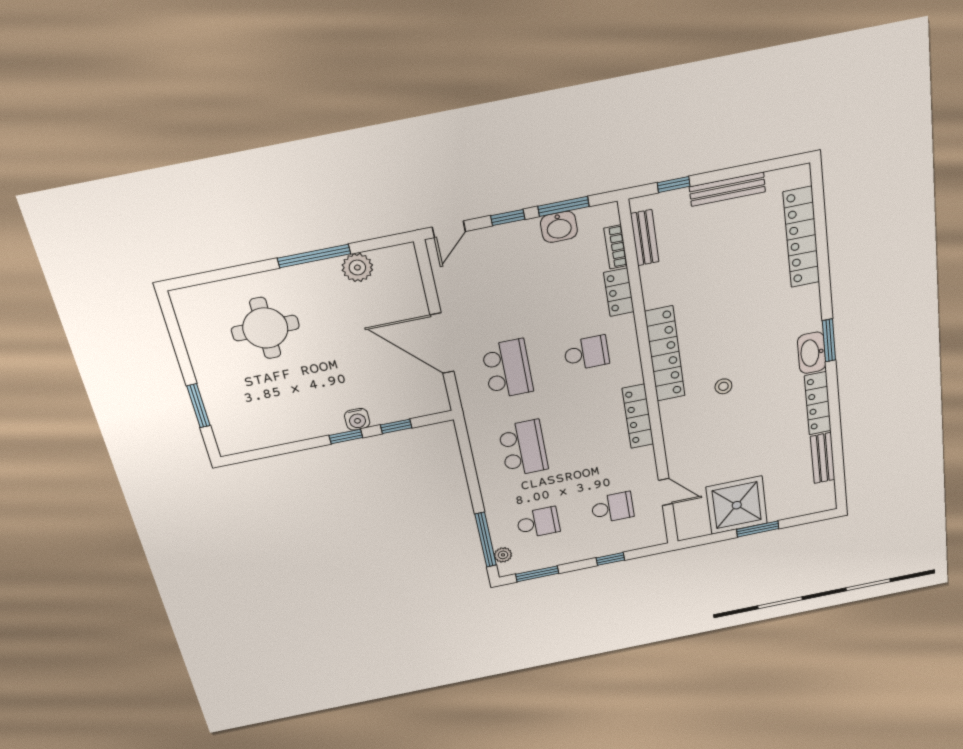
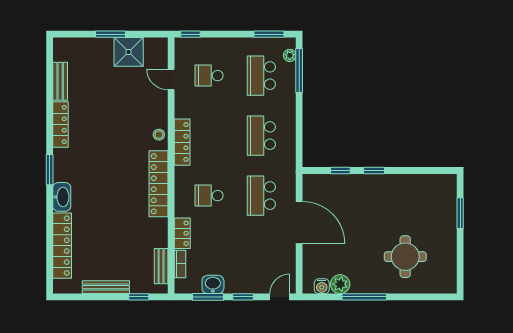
washbasin: (812, 353) -> (62, 197), moved
stool: (723, 386) -> (159, 135), moved
water cooler: (357, 419) -> (322, 286), moved, turned 180
shower: (737, 505) -> (129, 52), width x0.73, depth x0.73
school desk: (538, 523) -> (261, 76), width x1.85
window: (610, 559) -> (190, 34), moved

